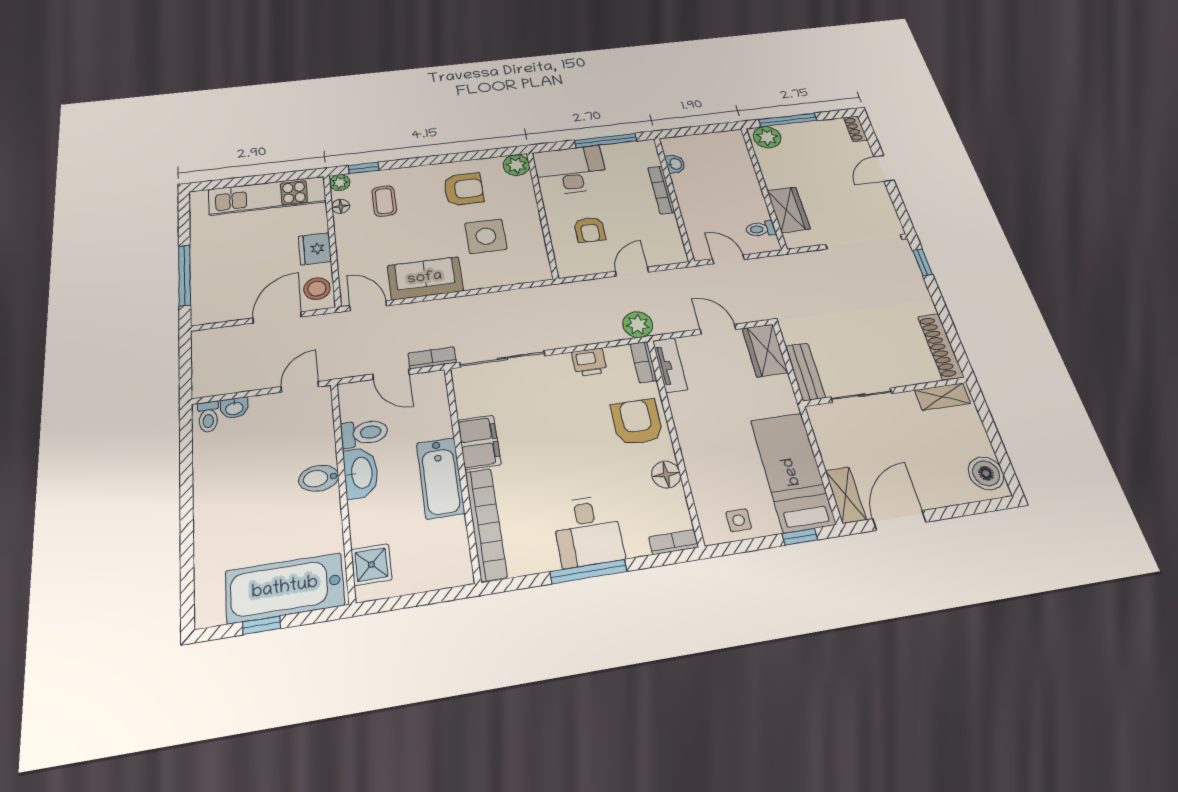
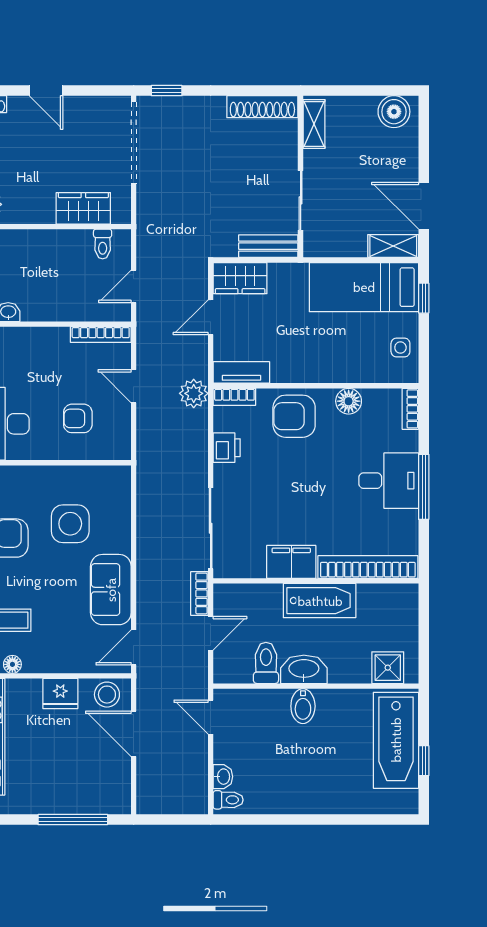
bookcase: (661, 190) -> (101, 335), moved
armchair: (590, 230) -> (78, 418), turned 180

